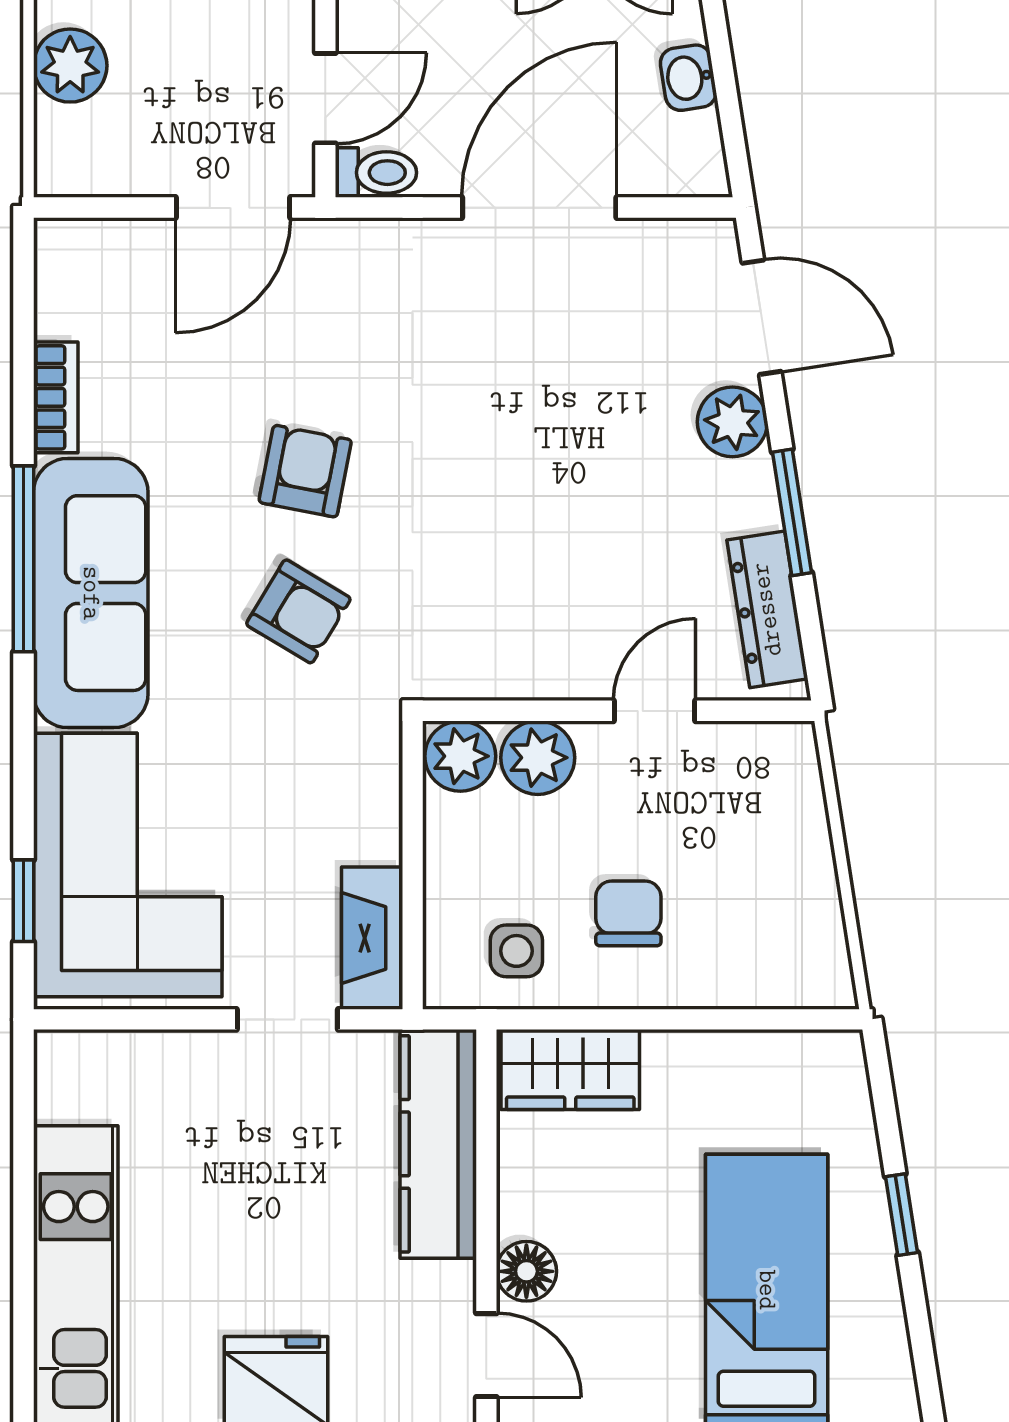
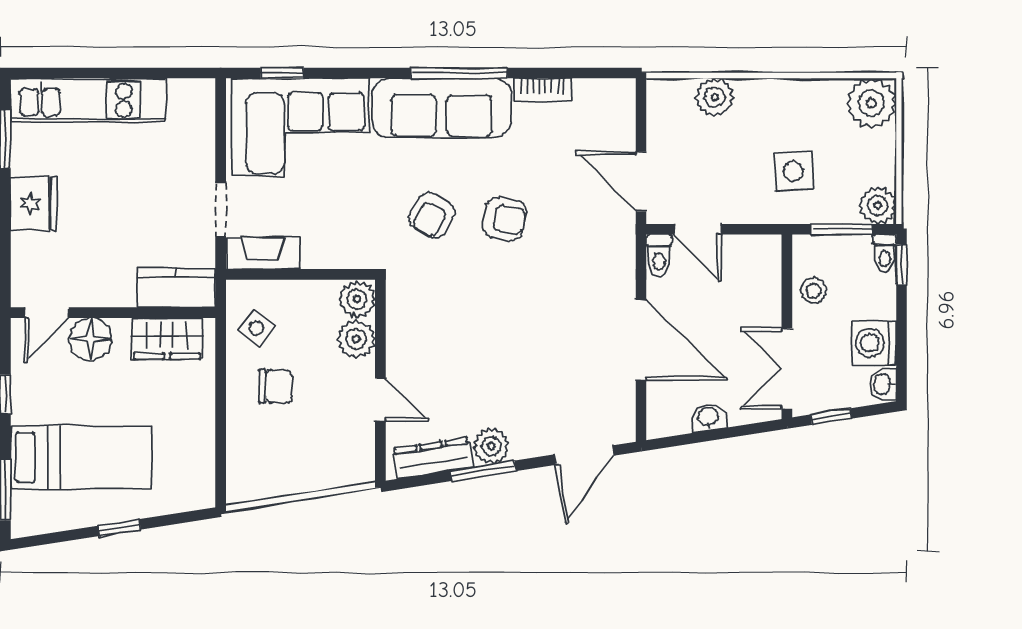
plant: (732, 422) -> (491, 446), moved
side table: (516, 951) -> (256, 328), turned 38
wardrobe: (570, 1070) -> (167, 339), moved, turned -90
kitchen counter: (438, 1144) -> (176, 288), width x0.67
floor lamp: (526, 1271) -> (90, 339), width x1.38, depth x1.38

